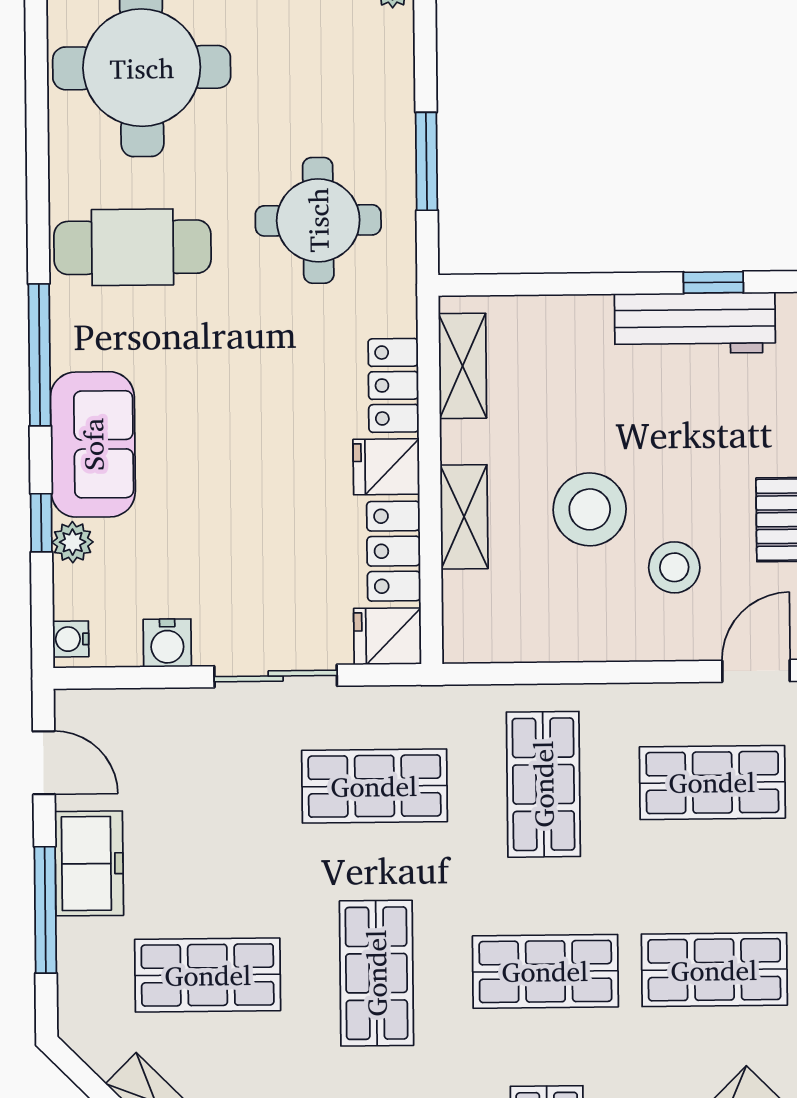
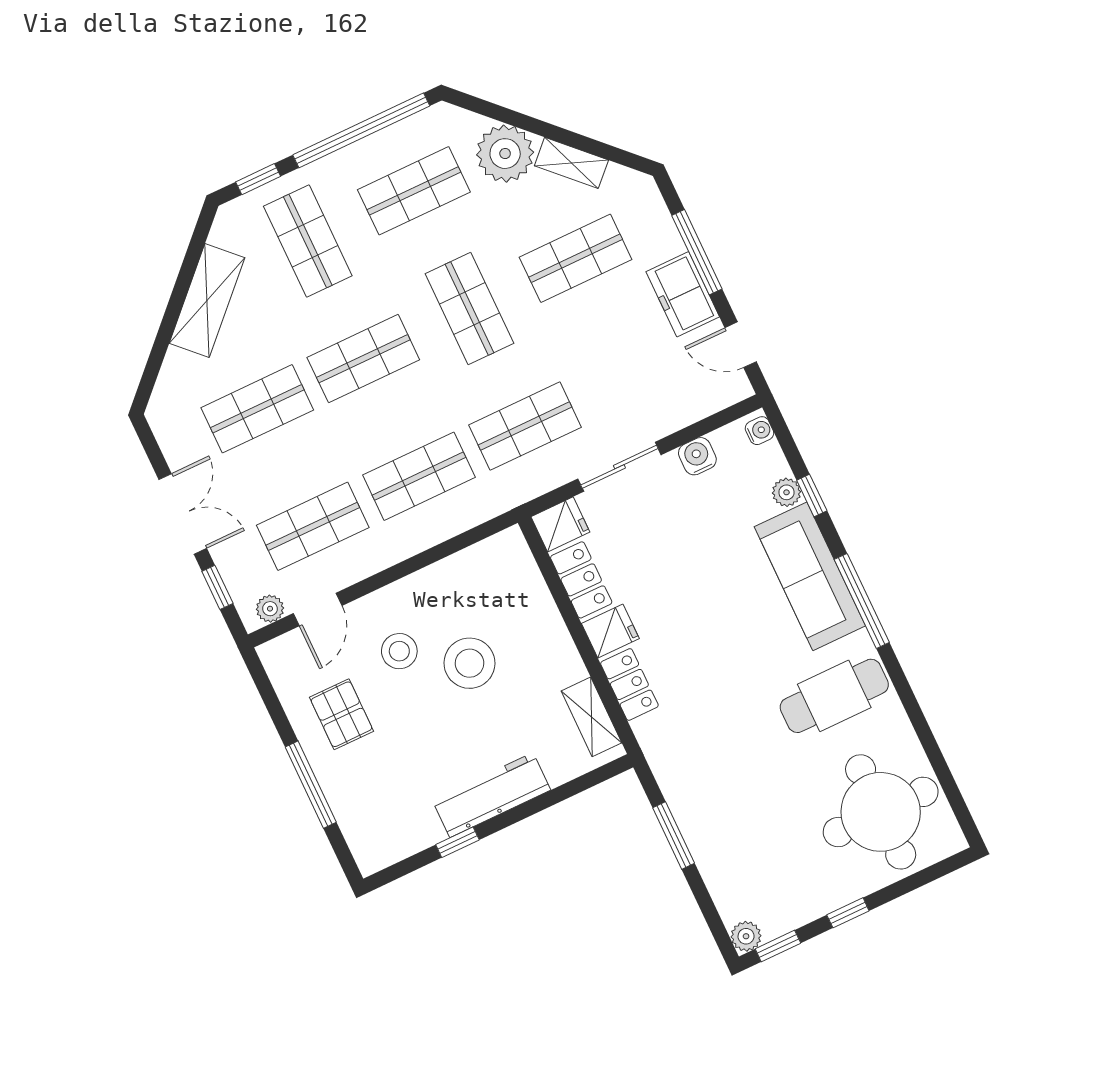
round table: (318, 220) -> (725, 767), removed
workbench: (695, 323) -> (491, 795), moved
sofa: (93, 444) -> (810, 576), width x1.36
shelving: (464, 517) -> (547, 622), removed
shop shelf: (543, 784) -> (419, 476), turned 90

